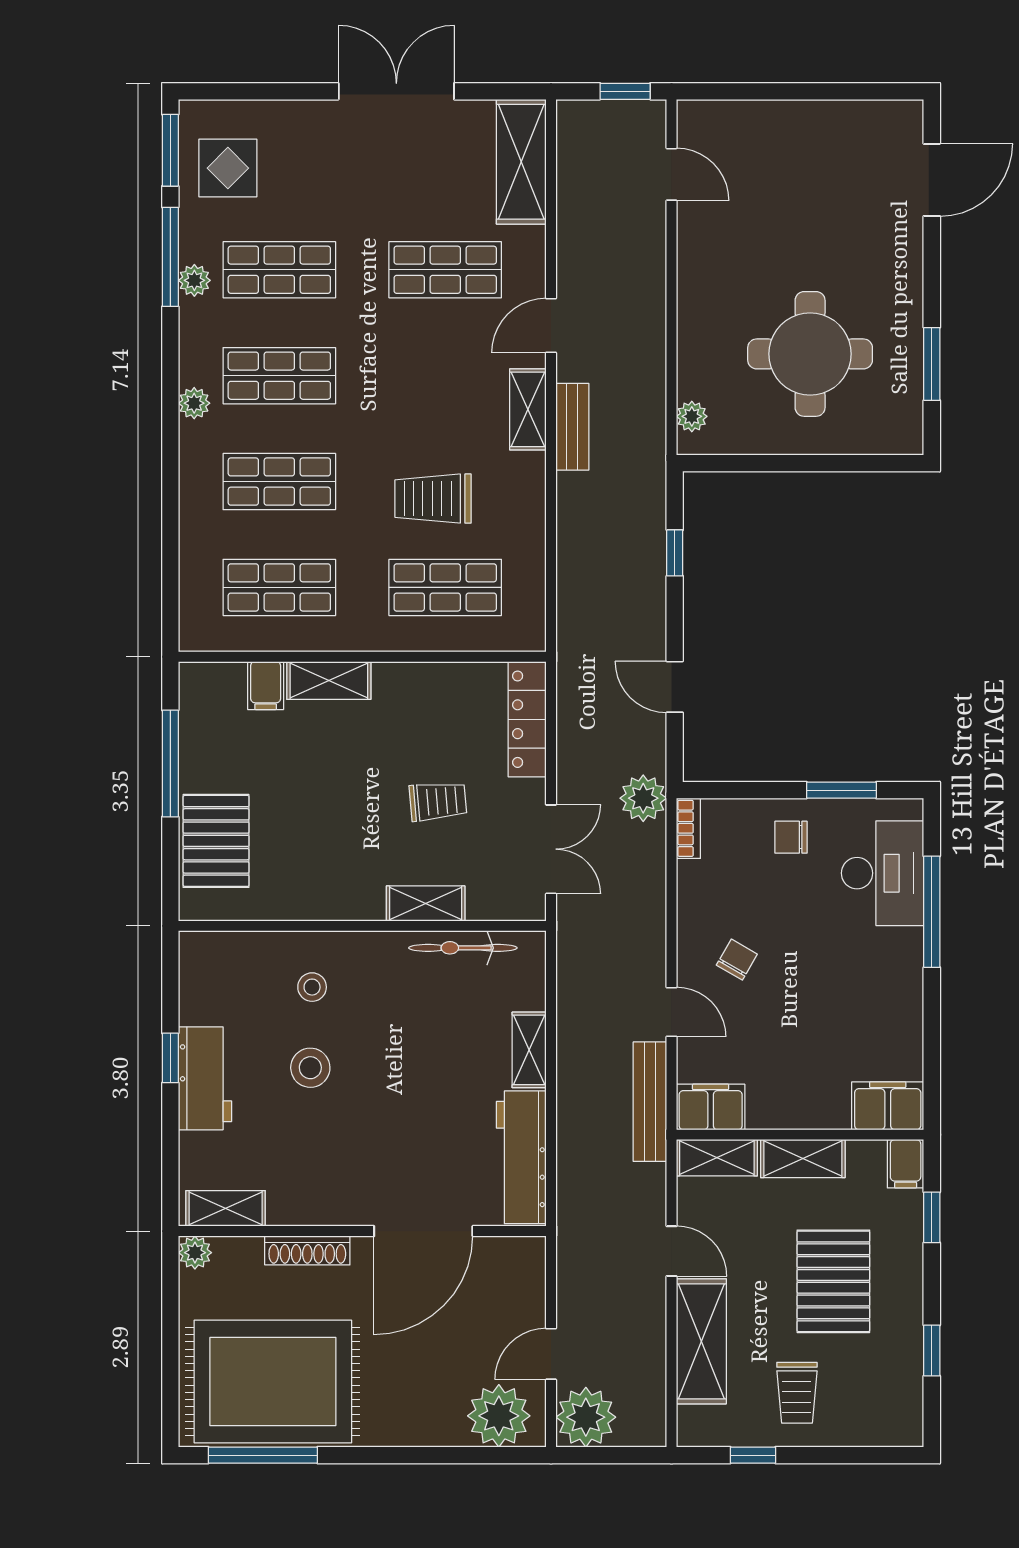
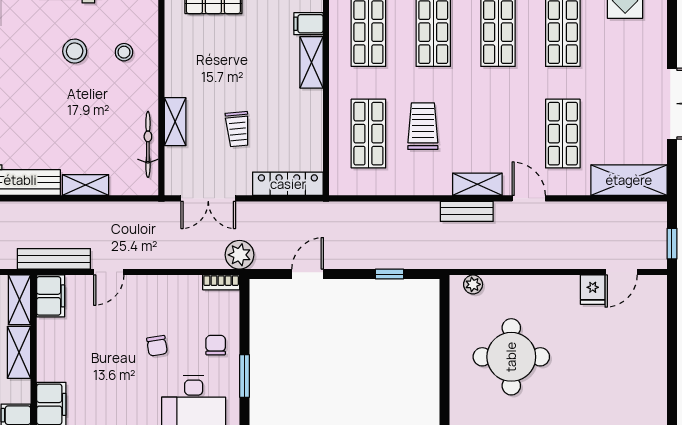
fridge: (700, 221) -> (593, 290), added
chair: (737, 960) -> (157, 346), moved, turned 51

